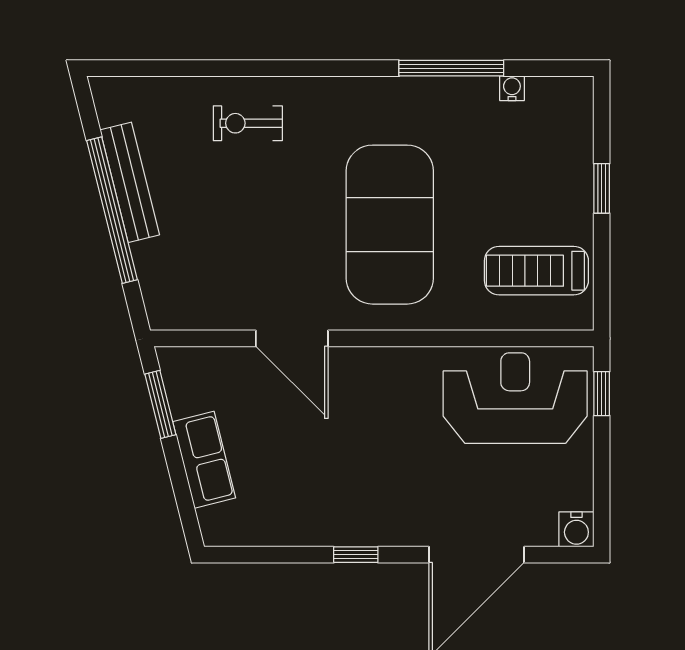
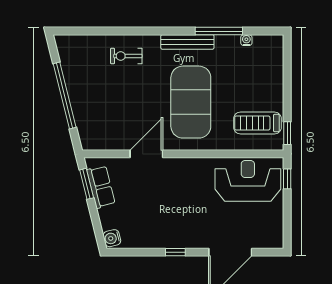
bench: (130, 182) -> (187, 42), moved, turned -76
window: (602, 188) -> (287, 133), moved
door: (292, 338) -> (146, 154), swing flipped
row of seats: (204, 460) -> (101, 187), moved
water cooler: (576, 529) -> (112, 238), moved, turned 76

